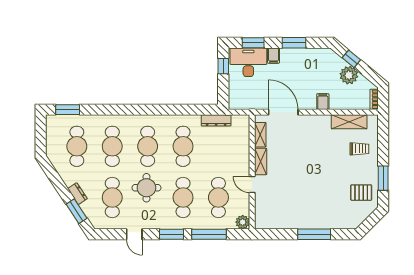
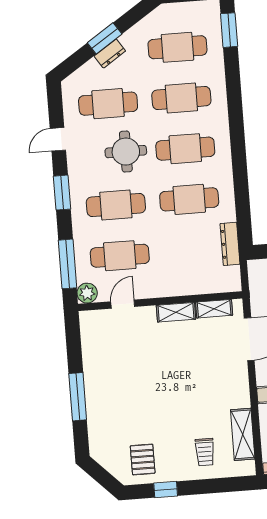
window: (383, 178) -> (166, 489), width x0.67
door: (252, 185) -> (123, 304), moved
window: (77, 211) -> (105, 38), moved
window: (209, 234) -> (67, 264), moved

